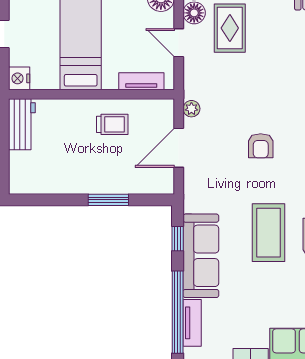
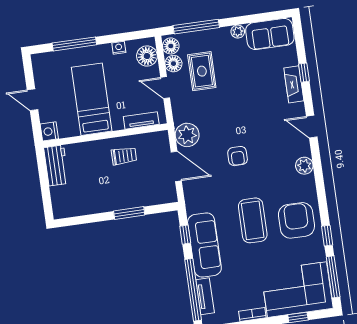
plant: (191, 109) -> (187, 135), width x1.87, depth x1.87
door: (179, 148) -> (176, 166), swing flipped

